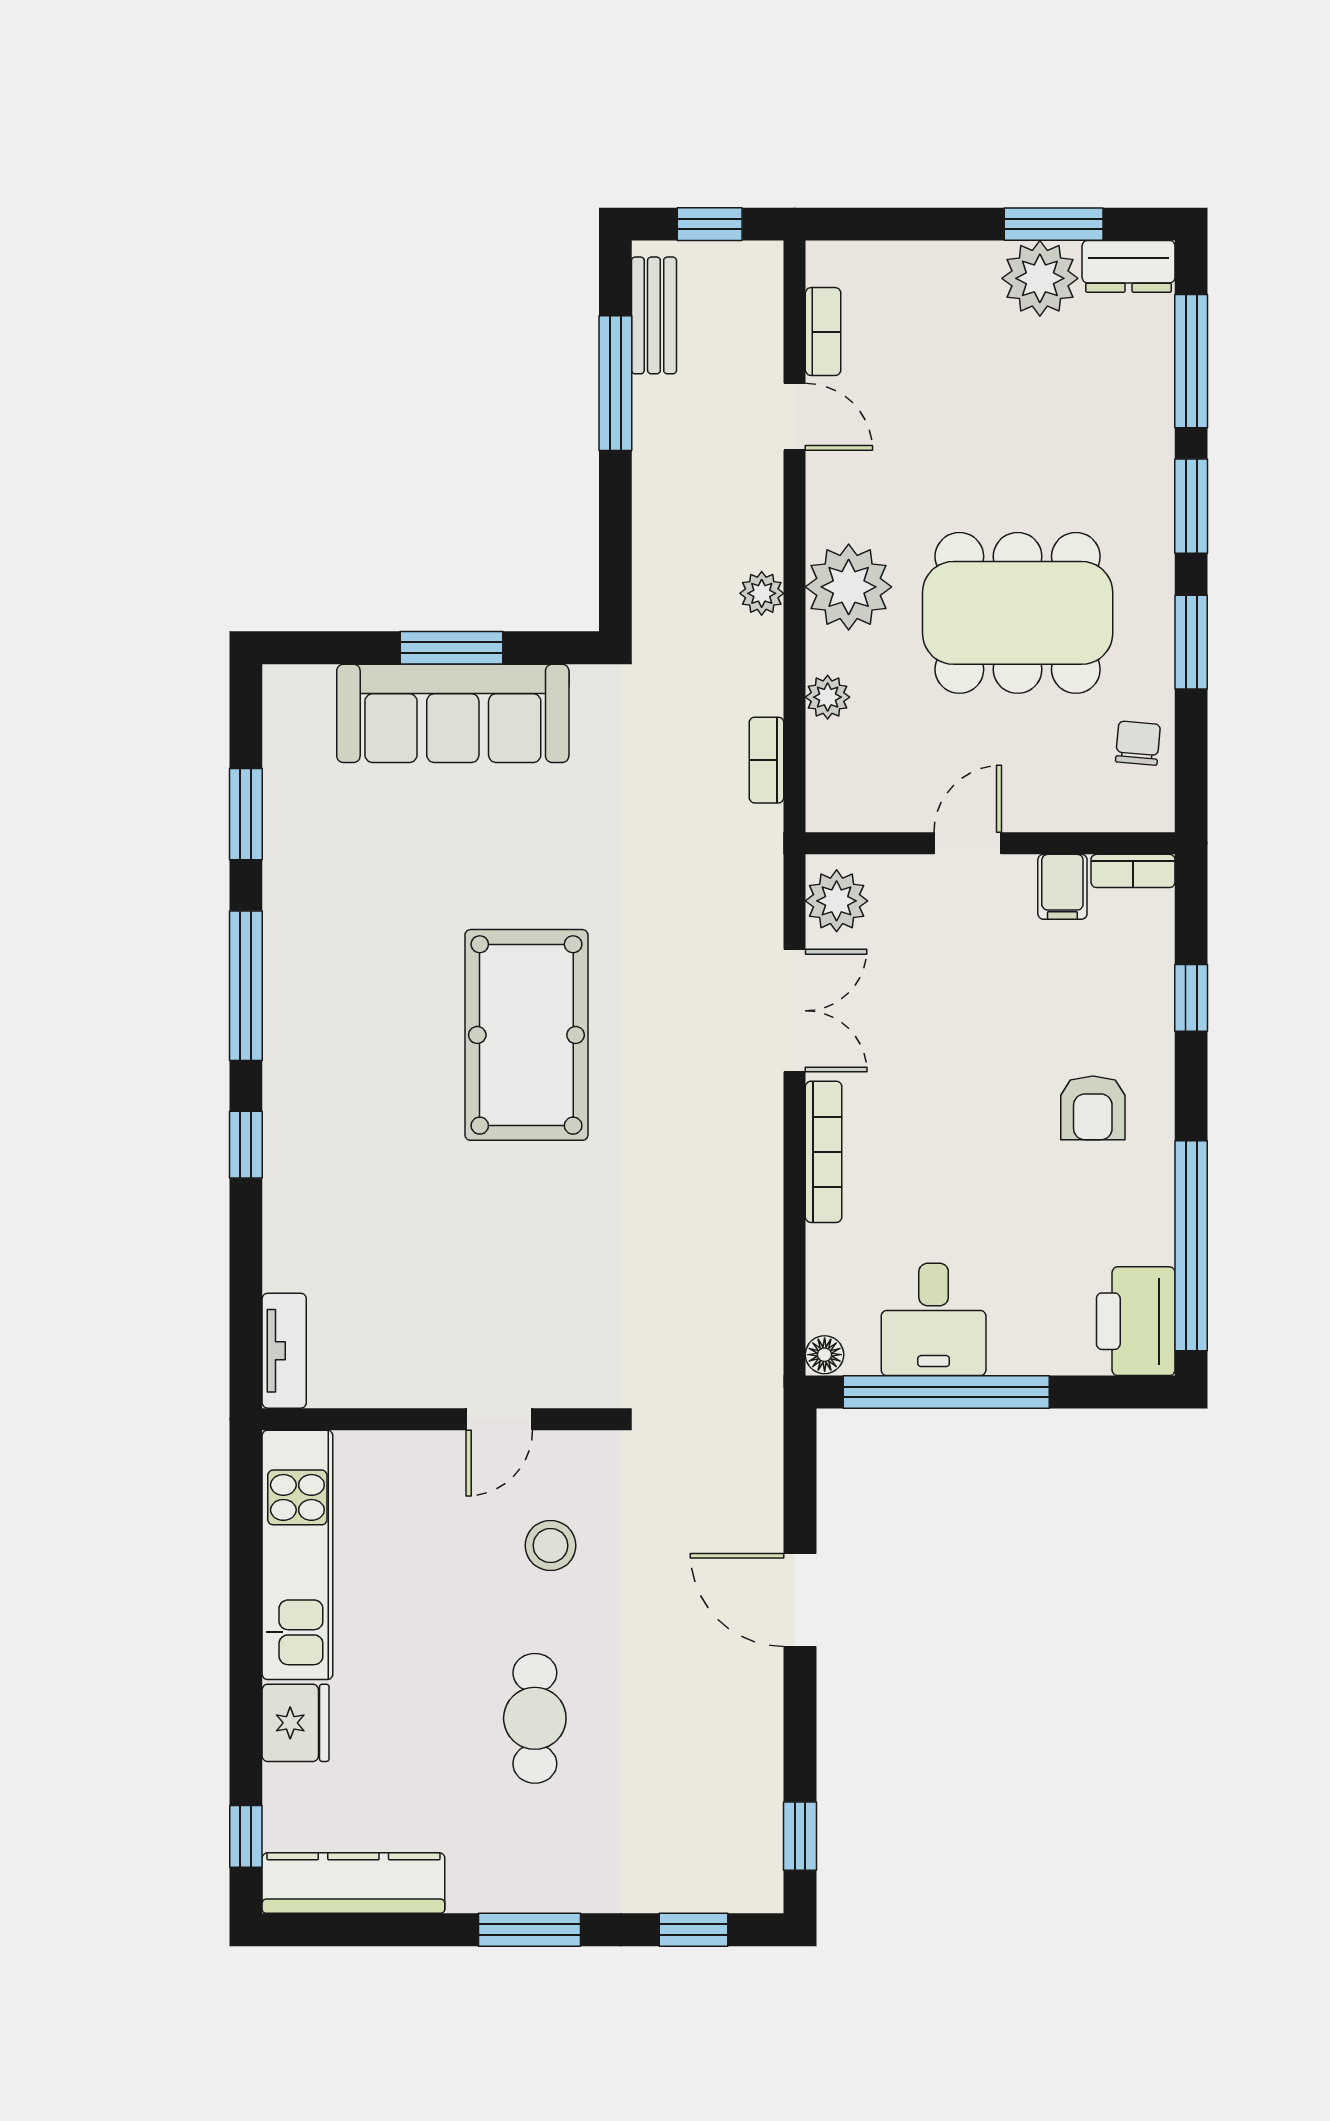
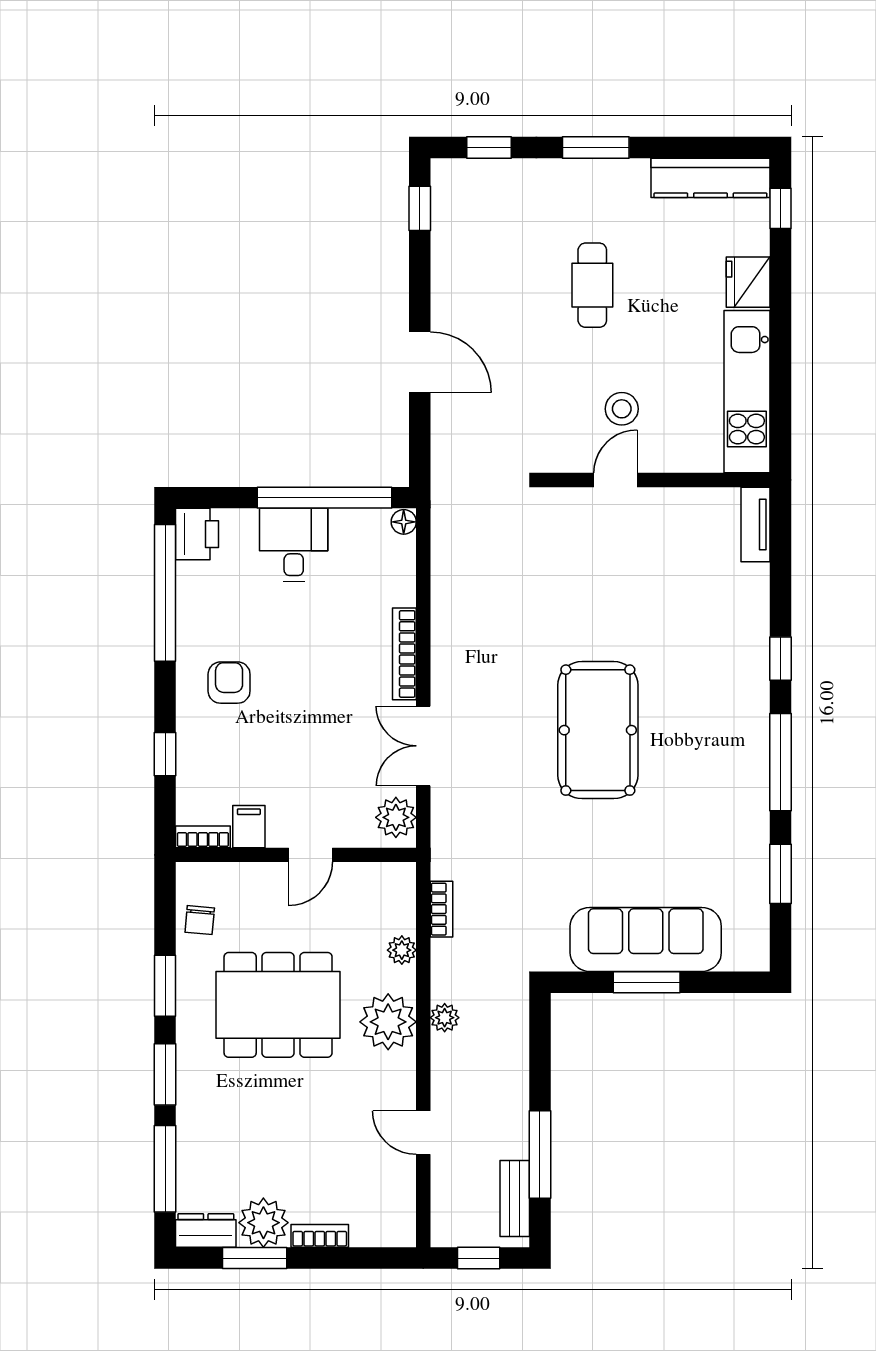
bookcase: (823, 332) -> (320, 1236), moved, turned 90
desk: (934, 1319) -> (294, 545), moved
printer: (1136, 1321) -> (197, 534), width x0.73, depth x0.84
stool: (550, 1546) -> (622, 409), moved

